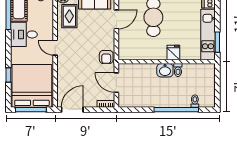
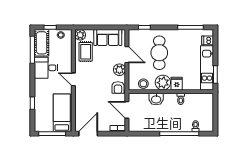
door: (116, 19) -> (127, 55), hinge flipped
plant: (108, 37) -> (119, 70), added
plant: (158, 51) -> (163, 83), added
stool: (135, 53) -> (143, 84), added
washbasin: (165, 70) -> (156, 99), moved
bed: (32, 86) -> (62, 113), width x0.49

